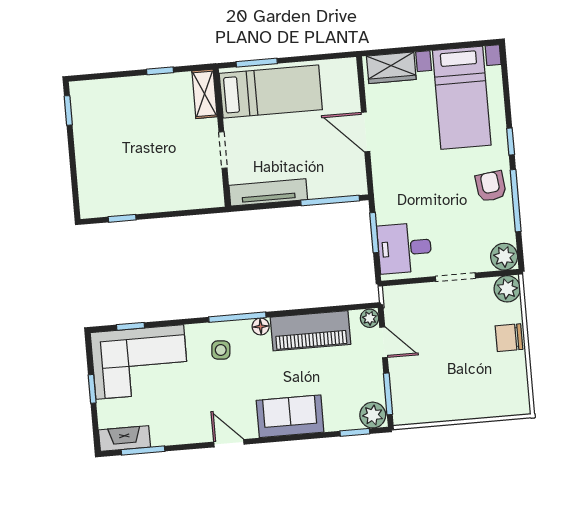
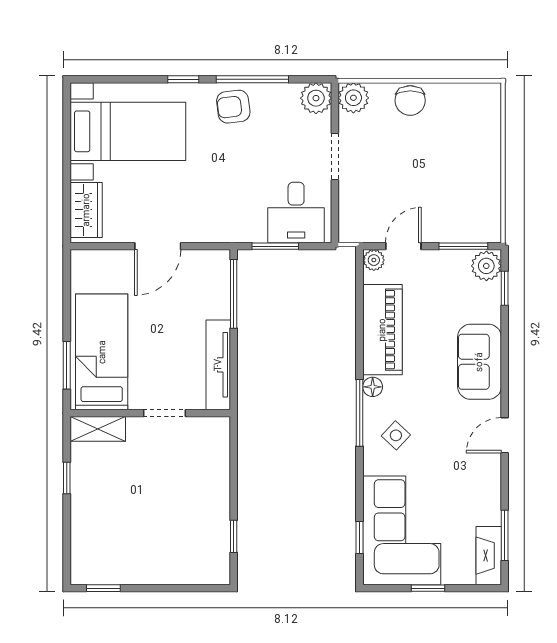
side table: (221, 350) -> (396, 435), turned 38

